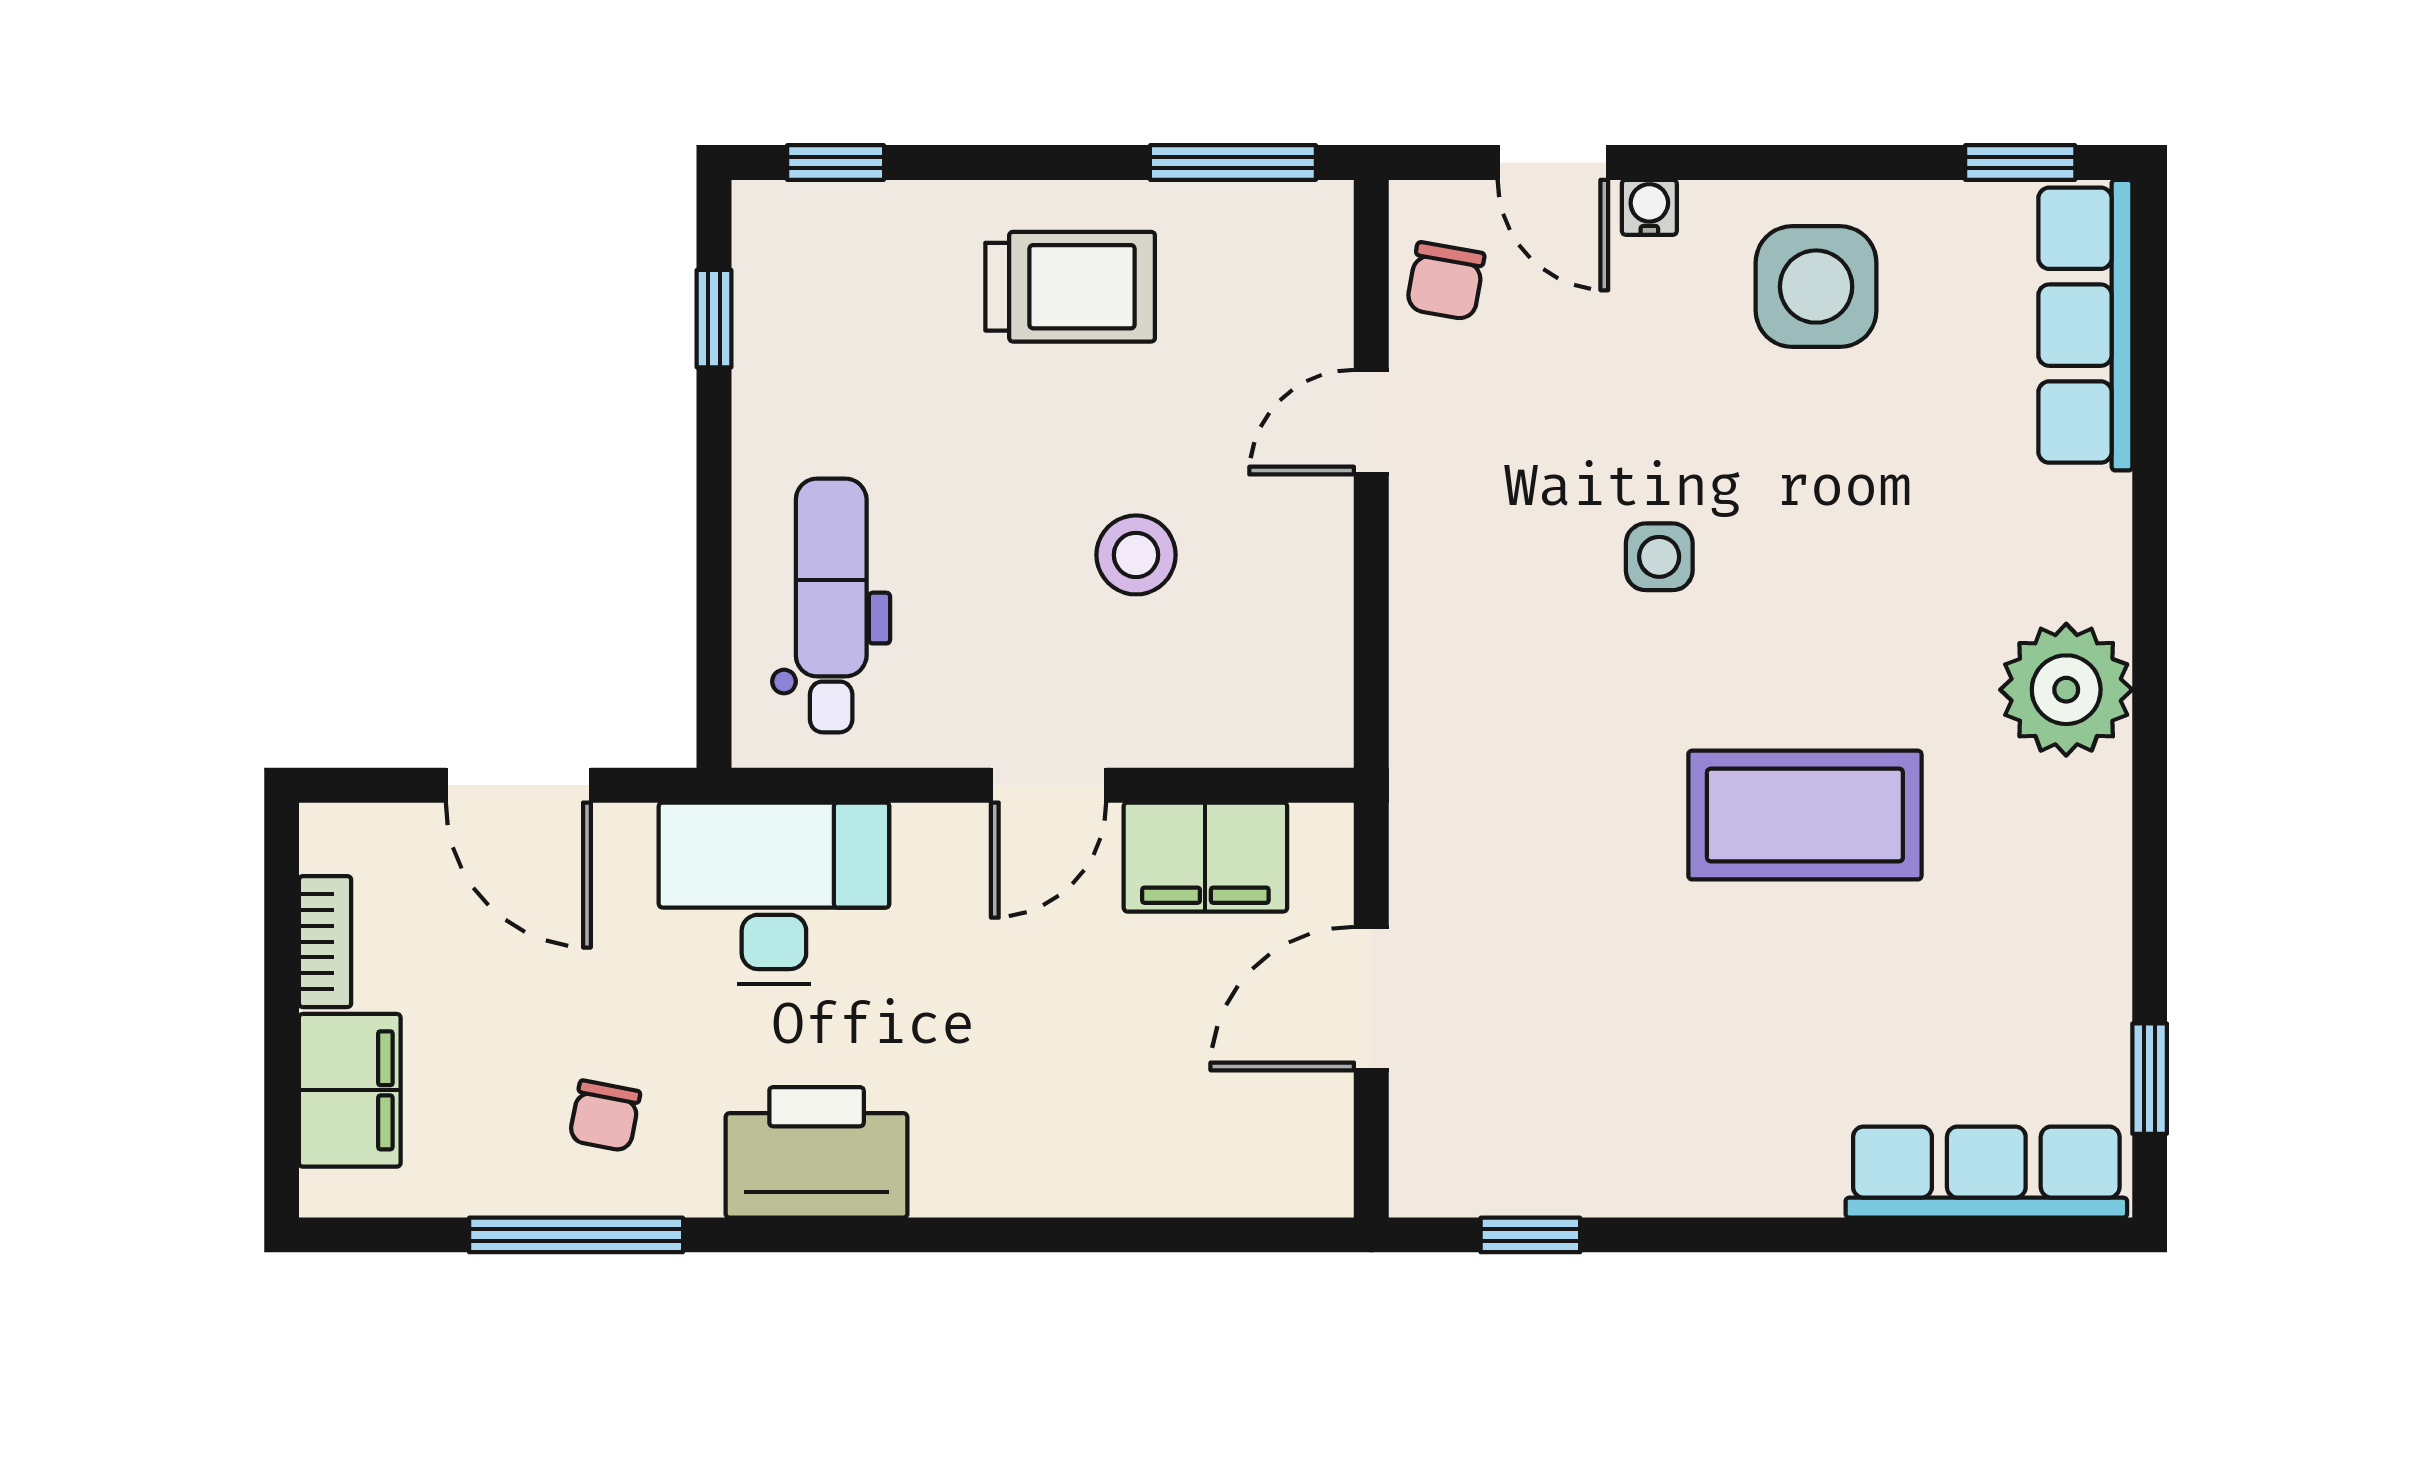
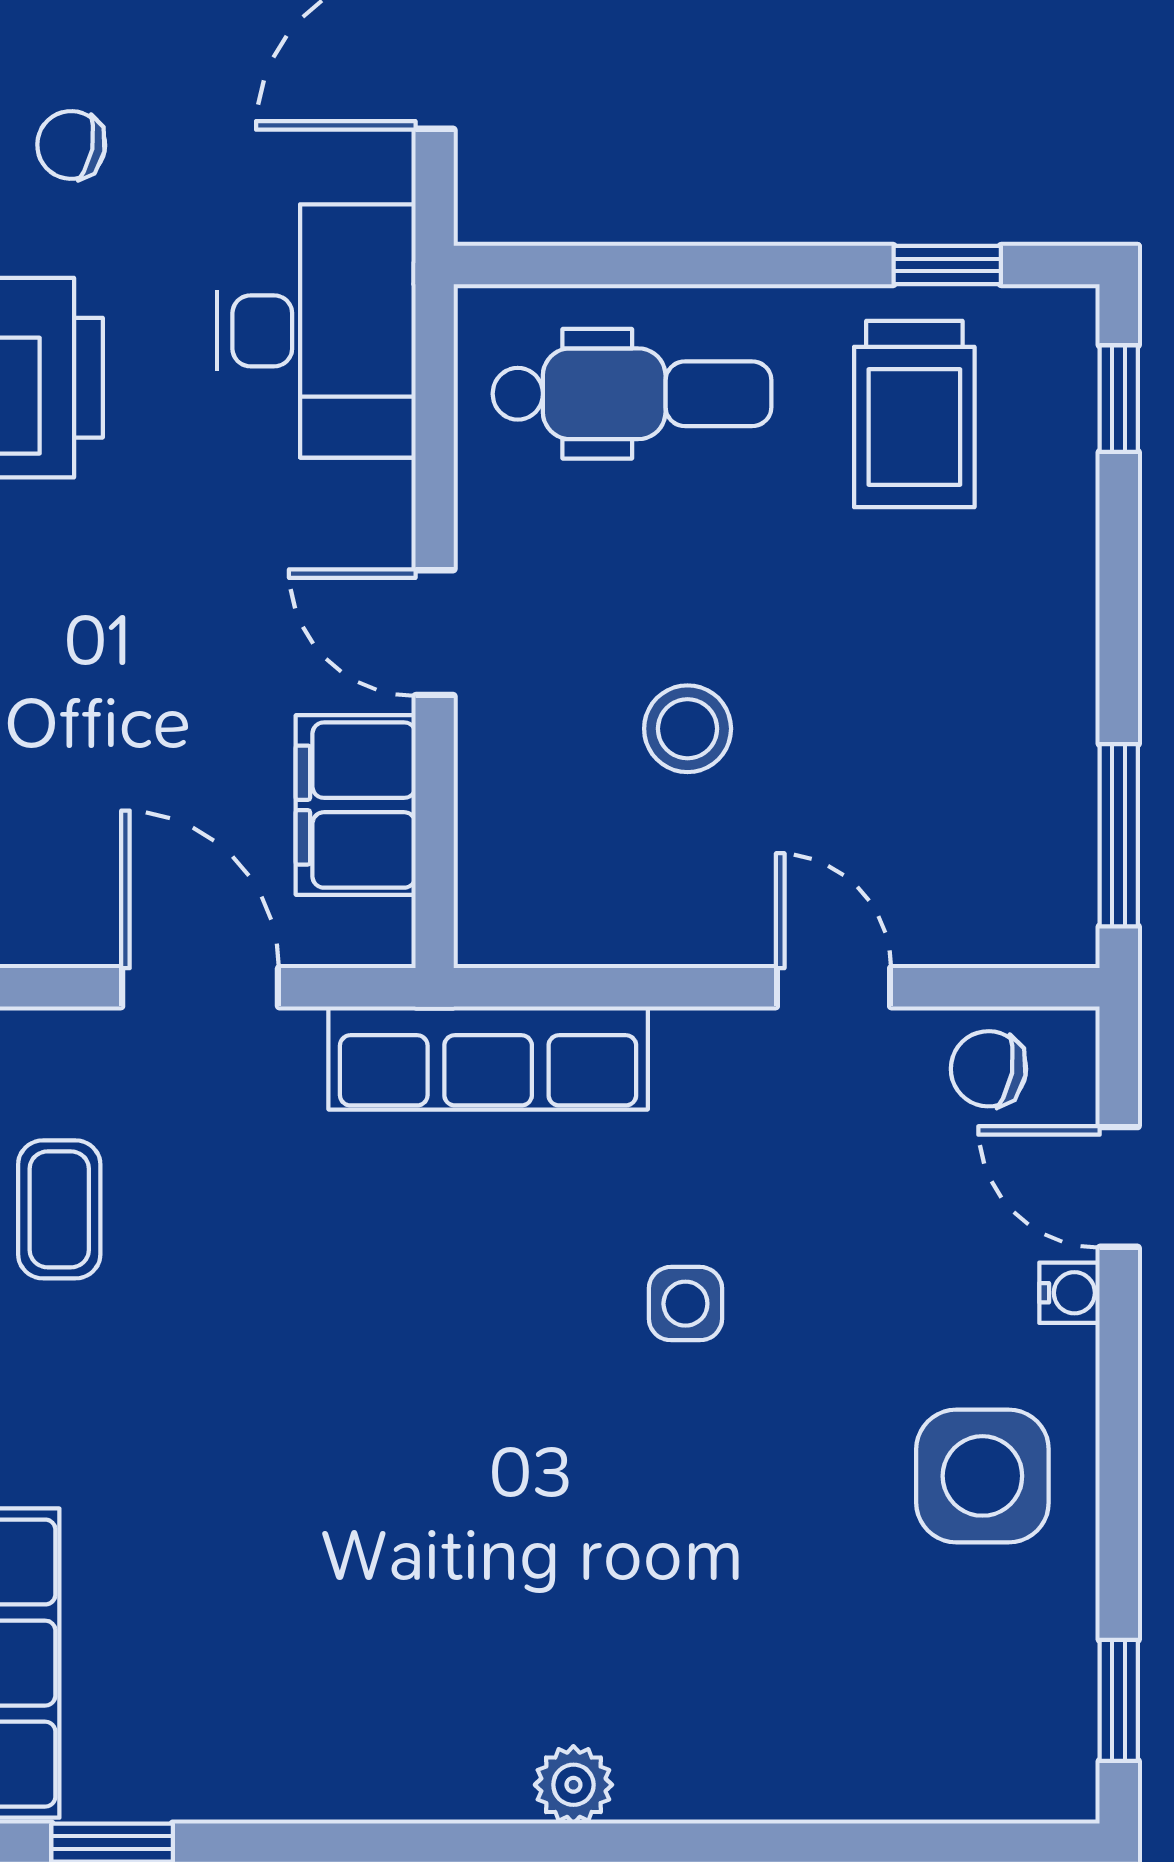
door: (1553, 163) -> (1119, 1187), hinge flipped
trolley: (1070, 287) -> (914, 414), moved
row of seats: (2085, 325) -> (488, 1058), moved, turned 180
plant: (2066, 690) -> (573, 1785), width x0.53, depth x0.53
coffee table: (1805, 815) -> (59, 1209), moved, width x0.54, depth x0.58

